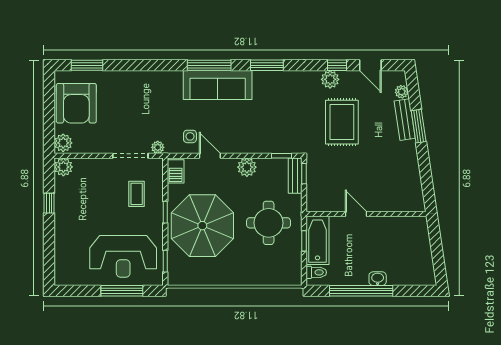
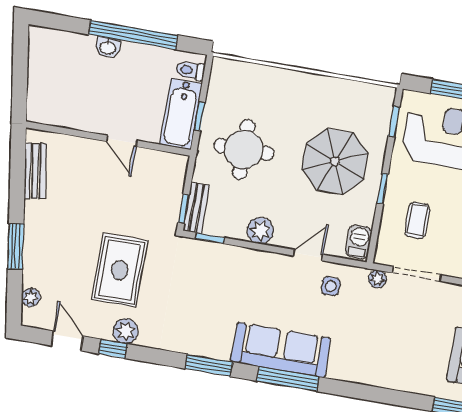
bench: (405, 120) -> (35, 171), moved
door: (210, 156) -> (308, 255), swing flipped
parasol: (202, 226) -> (335, 161), width x0.73, depth x0.73

